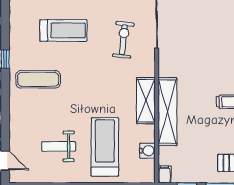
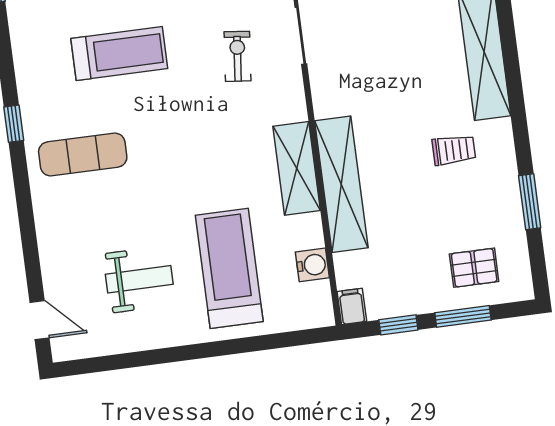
exercise bike: (123, 40) -> (238, 56), width x0.73, depth x0.72
weight bench: (59, 146) -> (139, 279), turned 180

